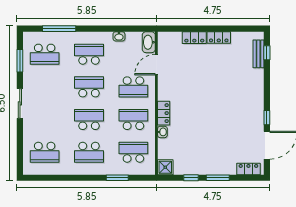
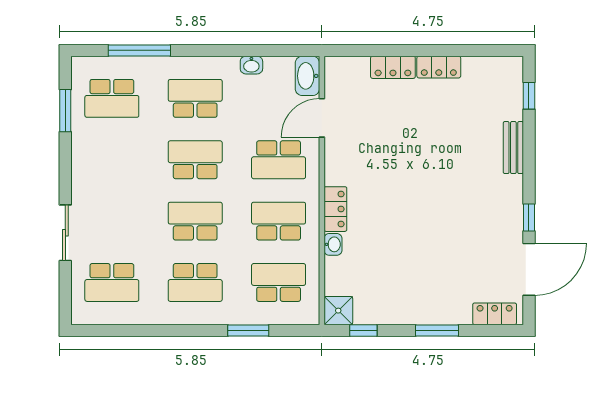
bench: (258, 54) -> (513, 148), moved
sliding door: (20, 103) -> (65, 233), moved
window: (191, 178) -> (363, 330), moved

